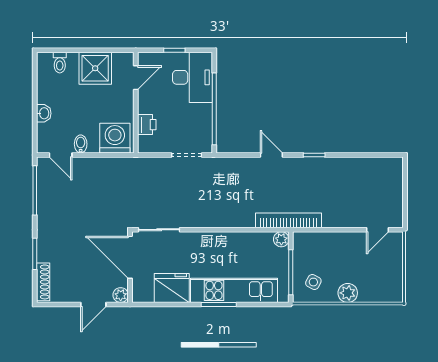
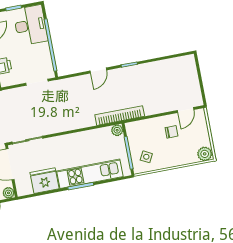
door: (271, 155) -> (98, 71), swing flipped
chair: (353, 255) -> (172, 132), added
plant: (348, 293) -> (205, 154), moved

